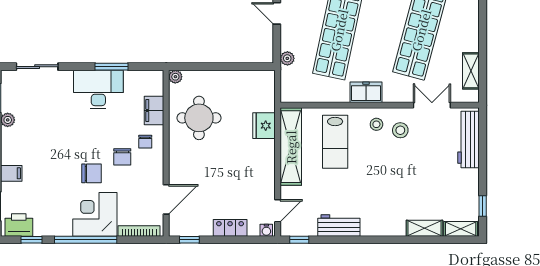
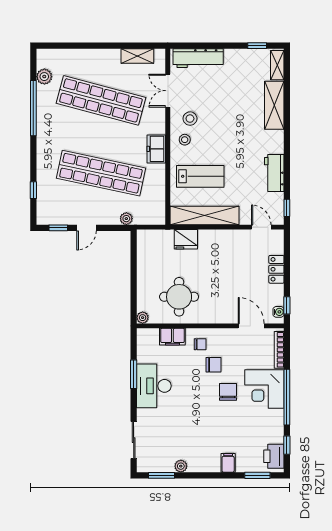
shelving: (424, 228) -> (274, 105), width x1.50, depth x1.33
water cooler: (266, 230) -> (279, 312), moved

